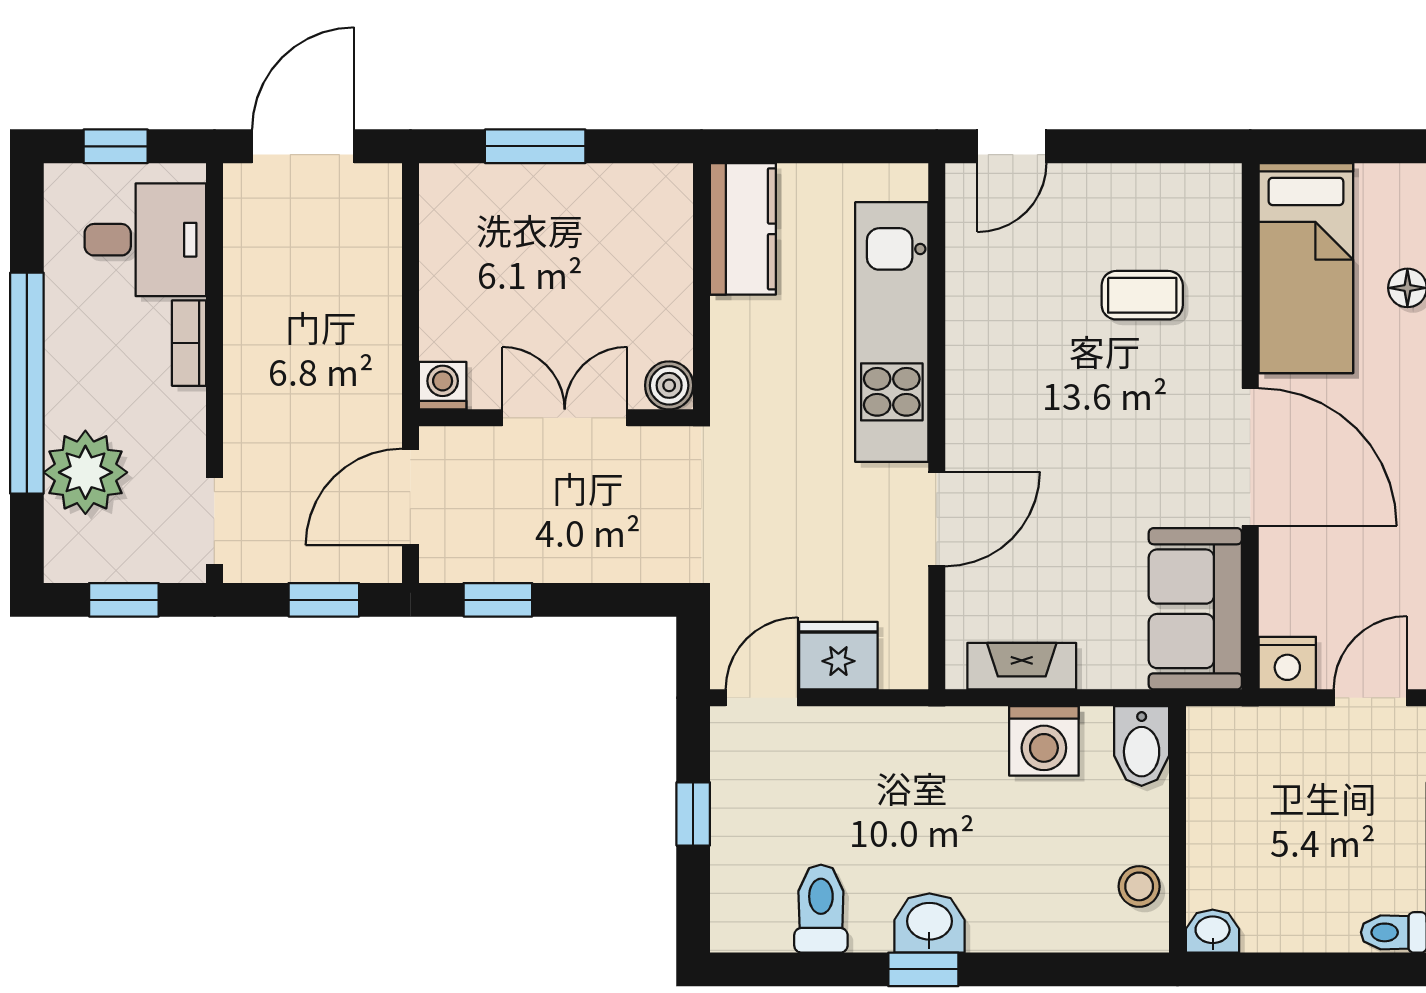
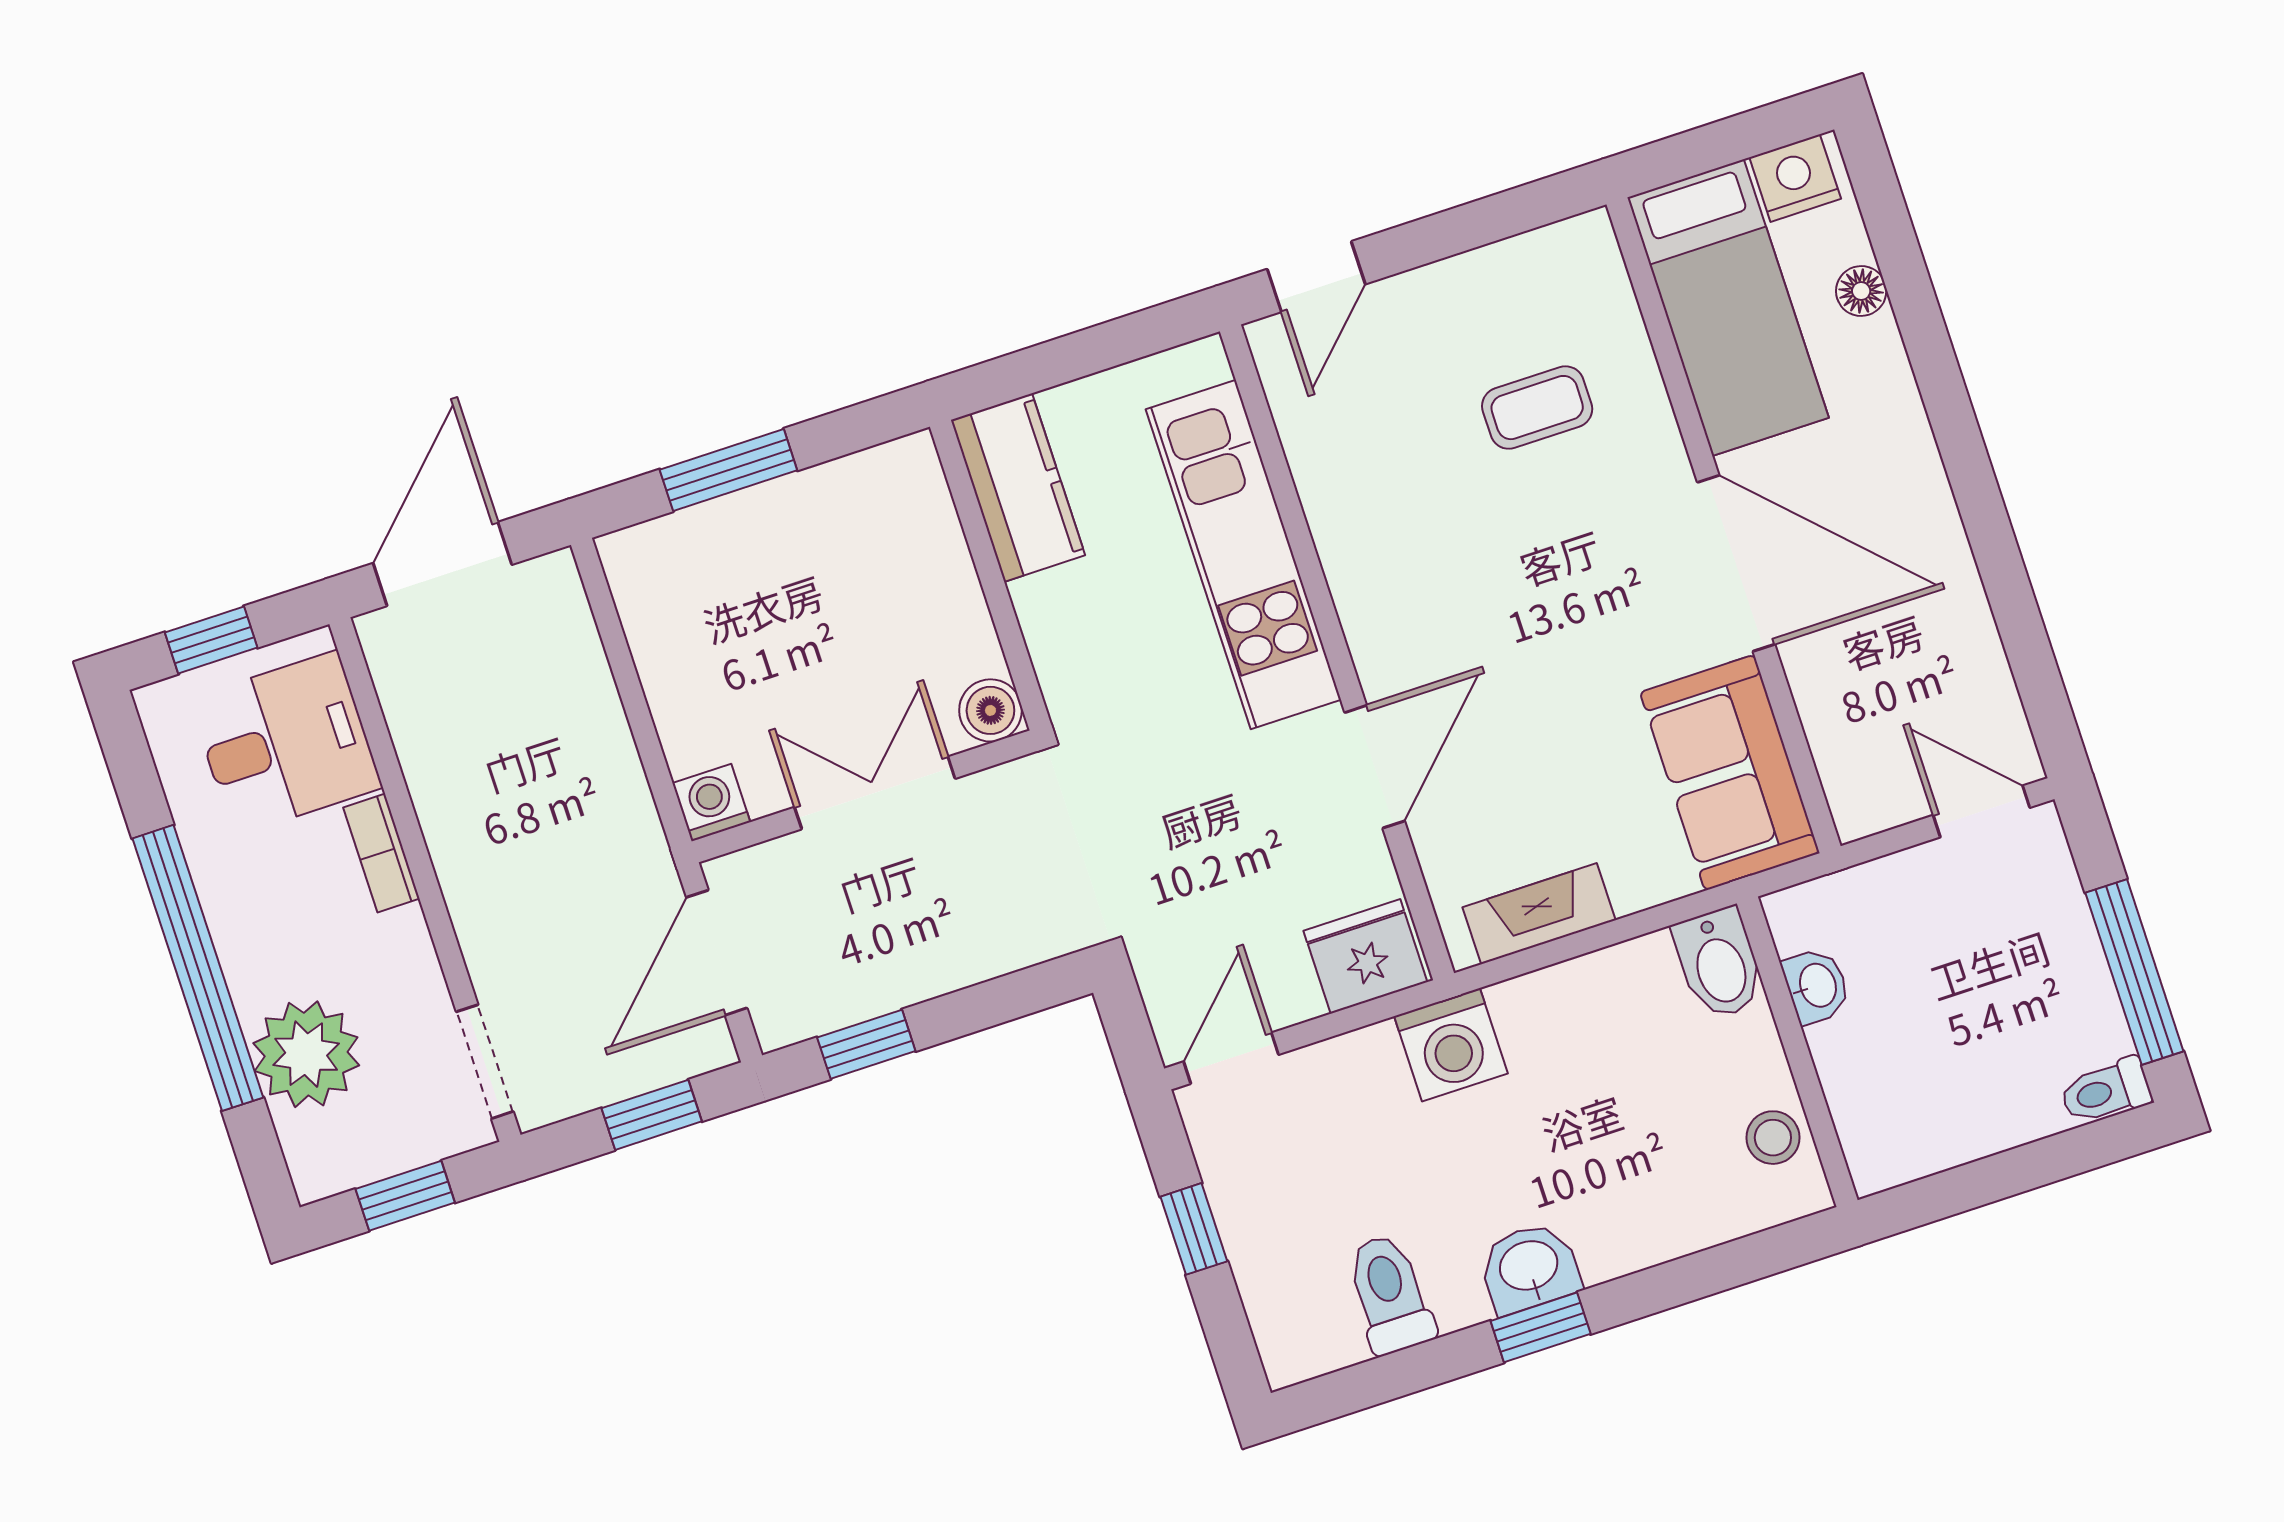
fridge: (838, 656) -> (1365, 956), moved
nightstand: (1287, 663) -> (1795, 178), moved, turned 180
door: (1370, 698) -> (1982, 811), hinge flipped
washing machine: (1044, 741) -> (1451, 1045), moved
washbasin: (1213, 931) -> (1816, 986), moved, turned 90

